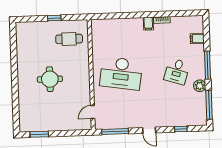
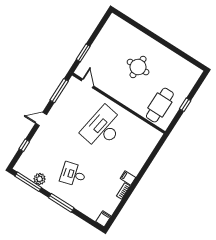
cafe table: (69, 39) -> (160, 105), width x1.37, depth x1.35
filing cabinet: (197, 39) -> (103, 219), moved
desk: (177, 71) -> (73, 174), turned -33
plant: (200, 86) -> (40, 179), moved
window: (39, 134) -> (83, 53), moved

